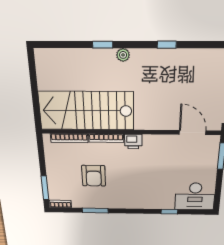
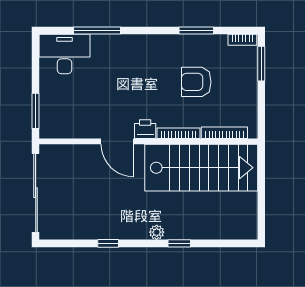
door: (193, 133) -> (117, 141), moved
armchair: (94, 176) -> (196, 82), turned -90
window: (169, 212) -> (97, 30), width x2.17

